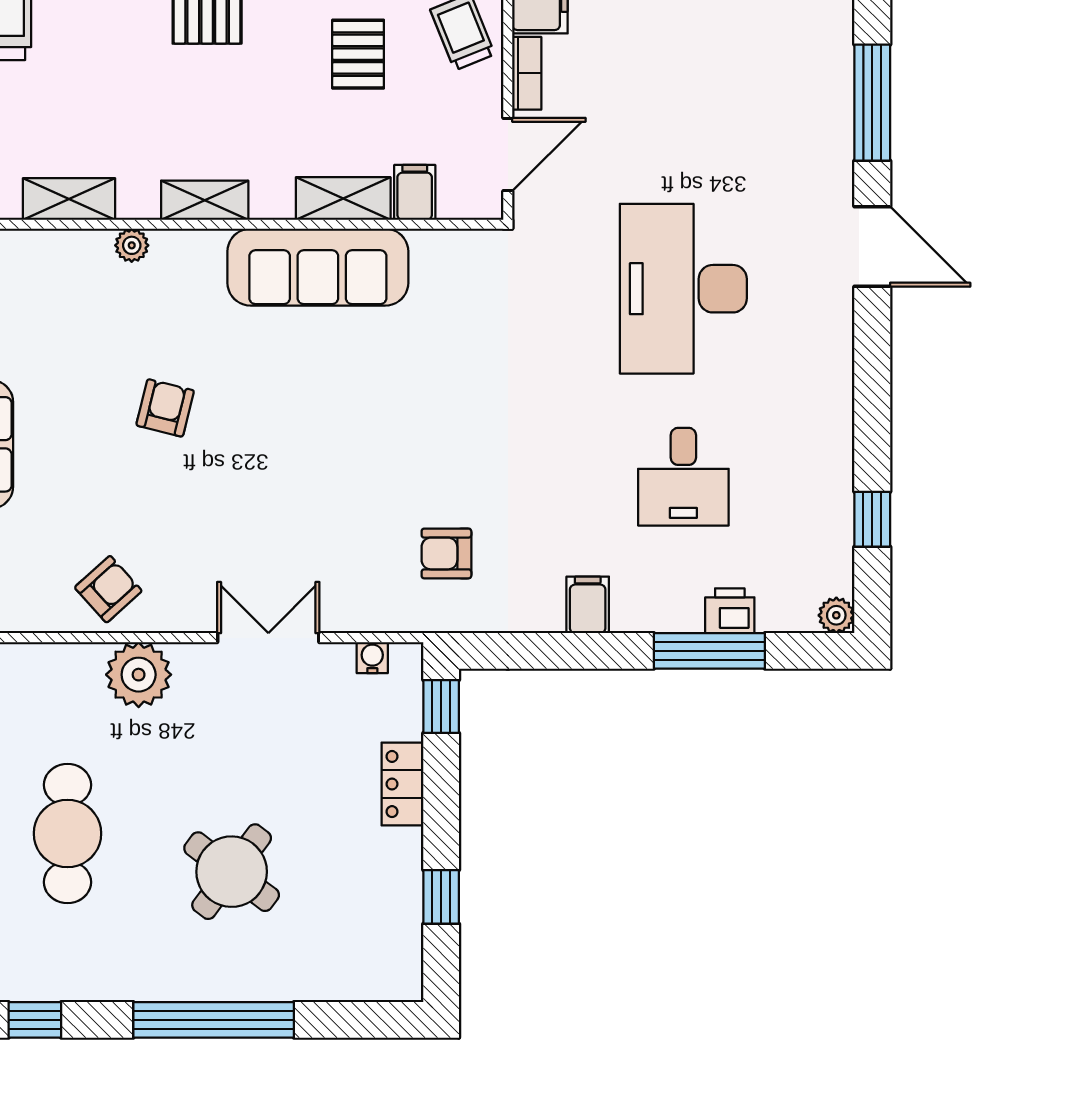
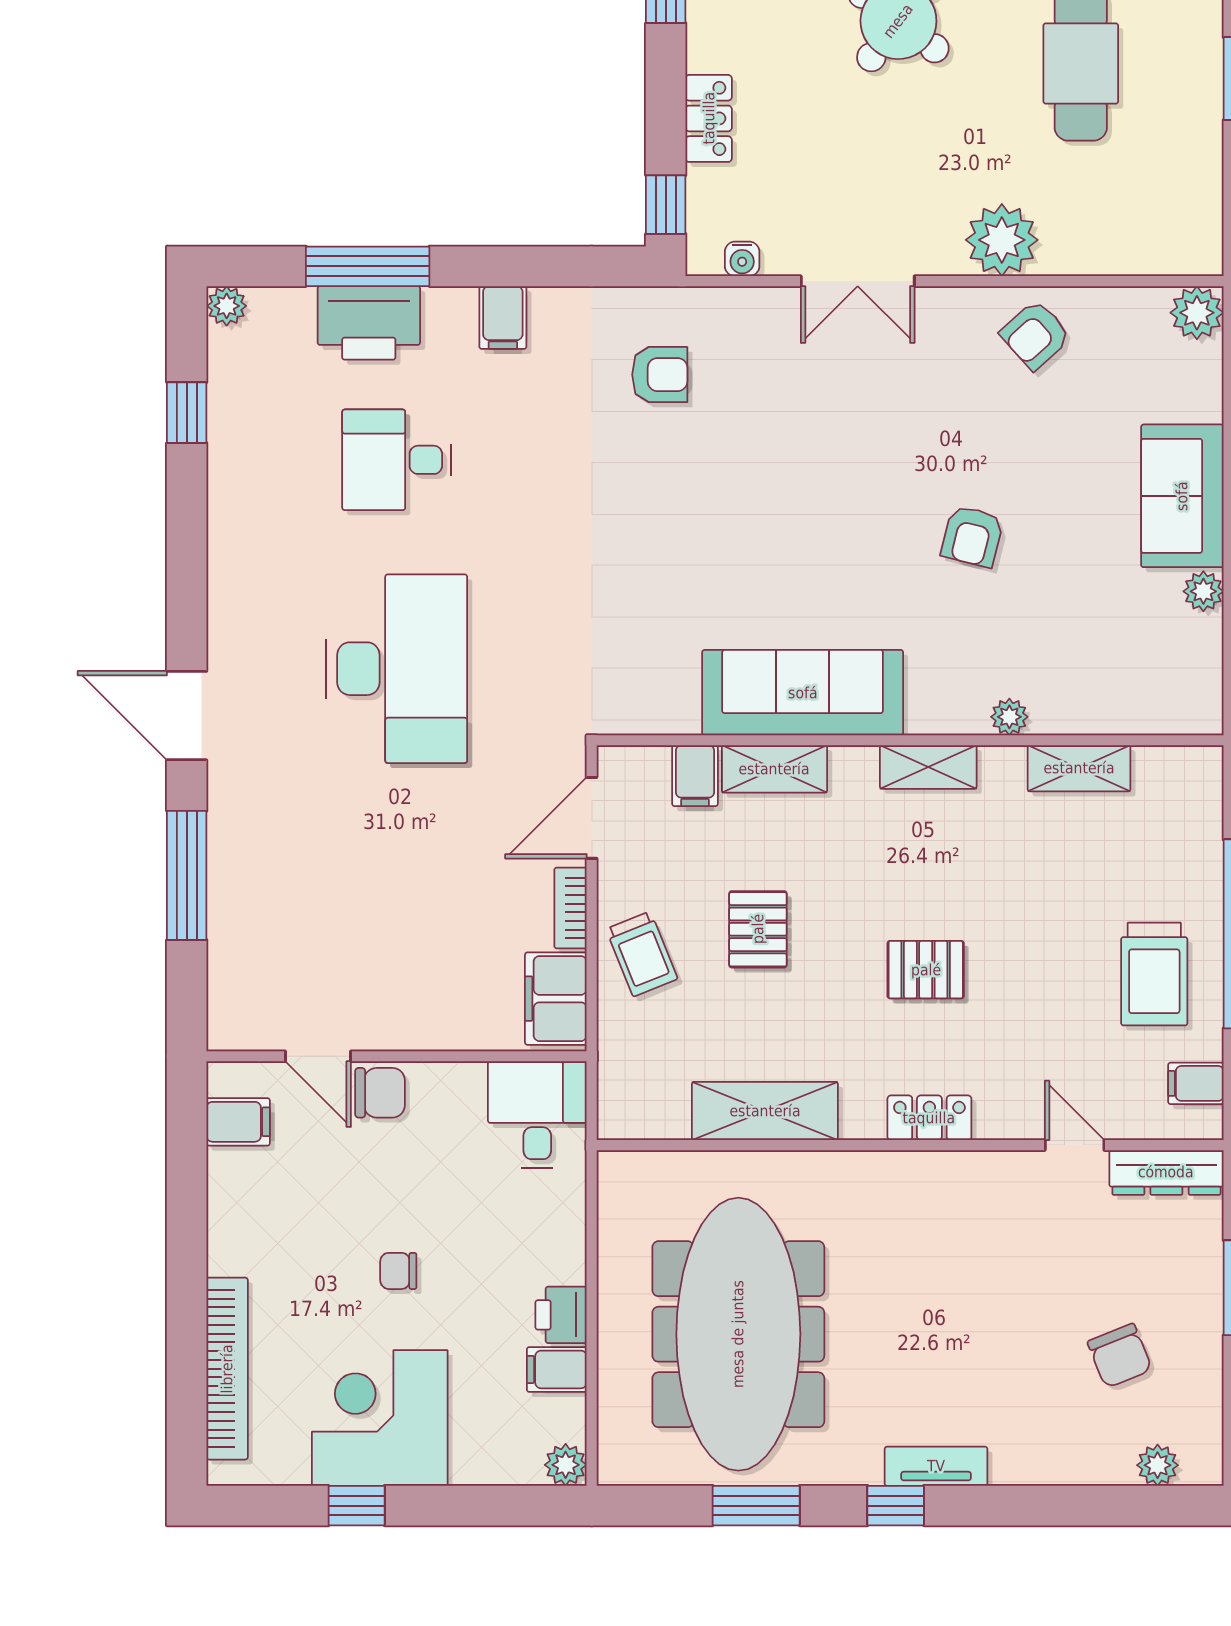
desk: (683, 477) -> (397, 460), turned -90
printer: (730, 611) -> (369, 323), width x1.87, depth x1.48

